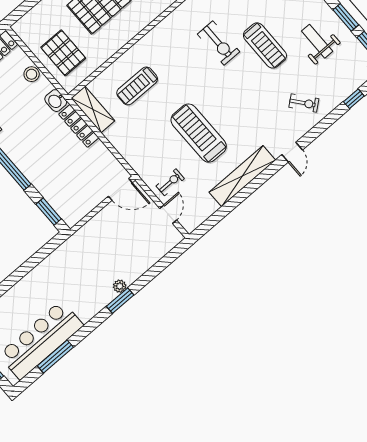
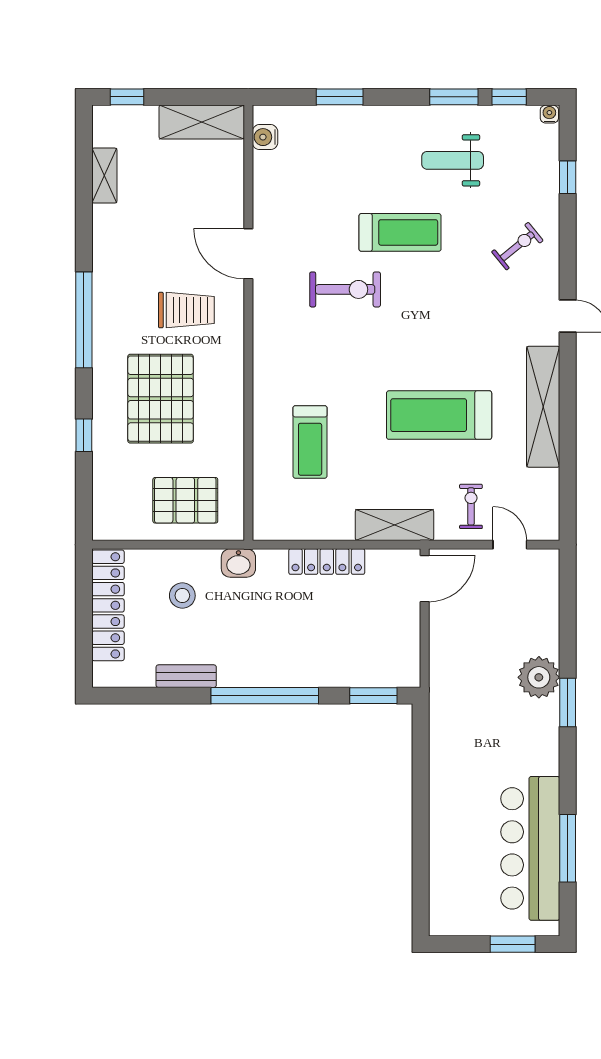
stool: (32, 74) -> (182, 596), moved
shelving: (93, 109) -> (394, 525), moved
locker: (79, 126) -> (327, 562), moved
plant: (120, 286) -> (539, 677), width x1.87, depth x1.87

